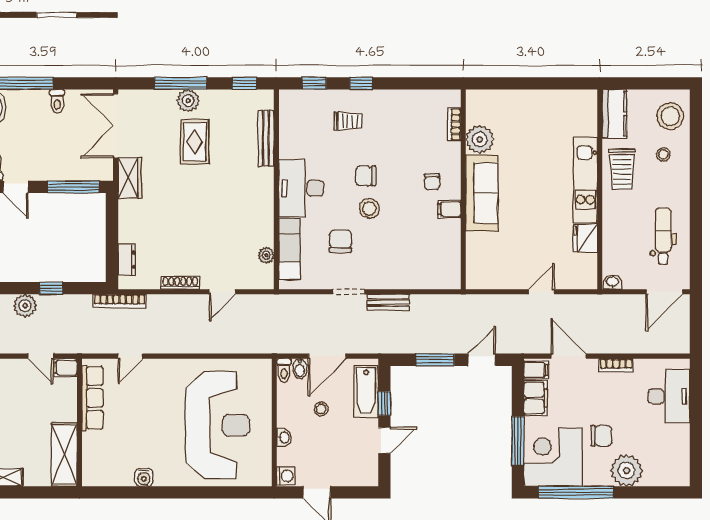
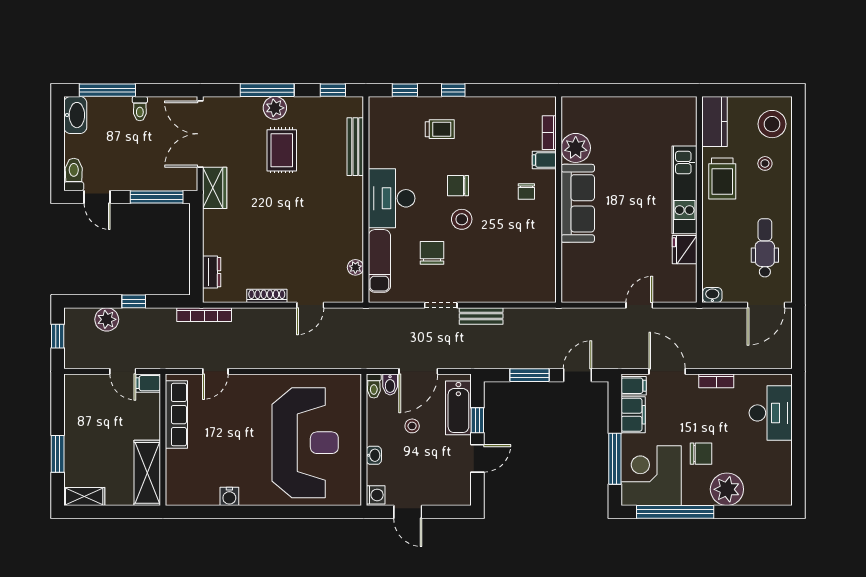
filing cabinet: (449, 209) -> (544, 160), moved

